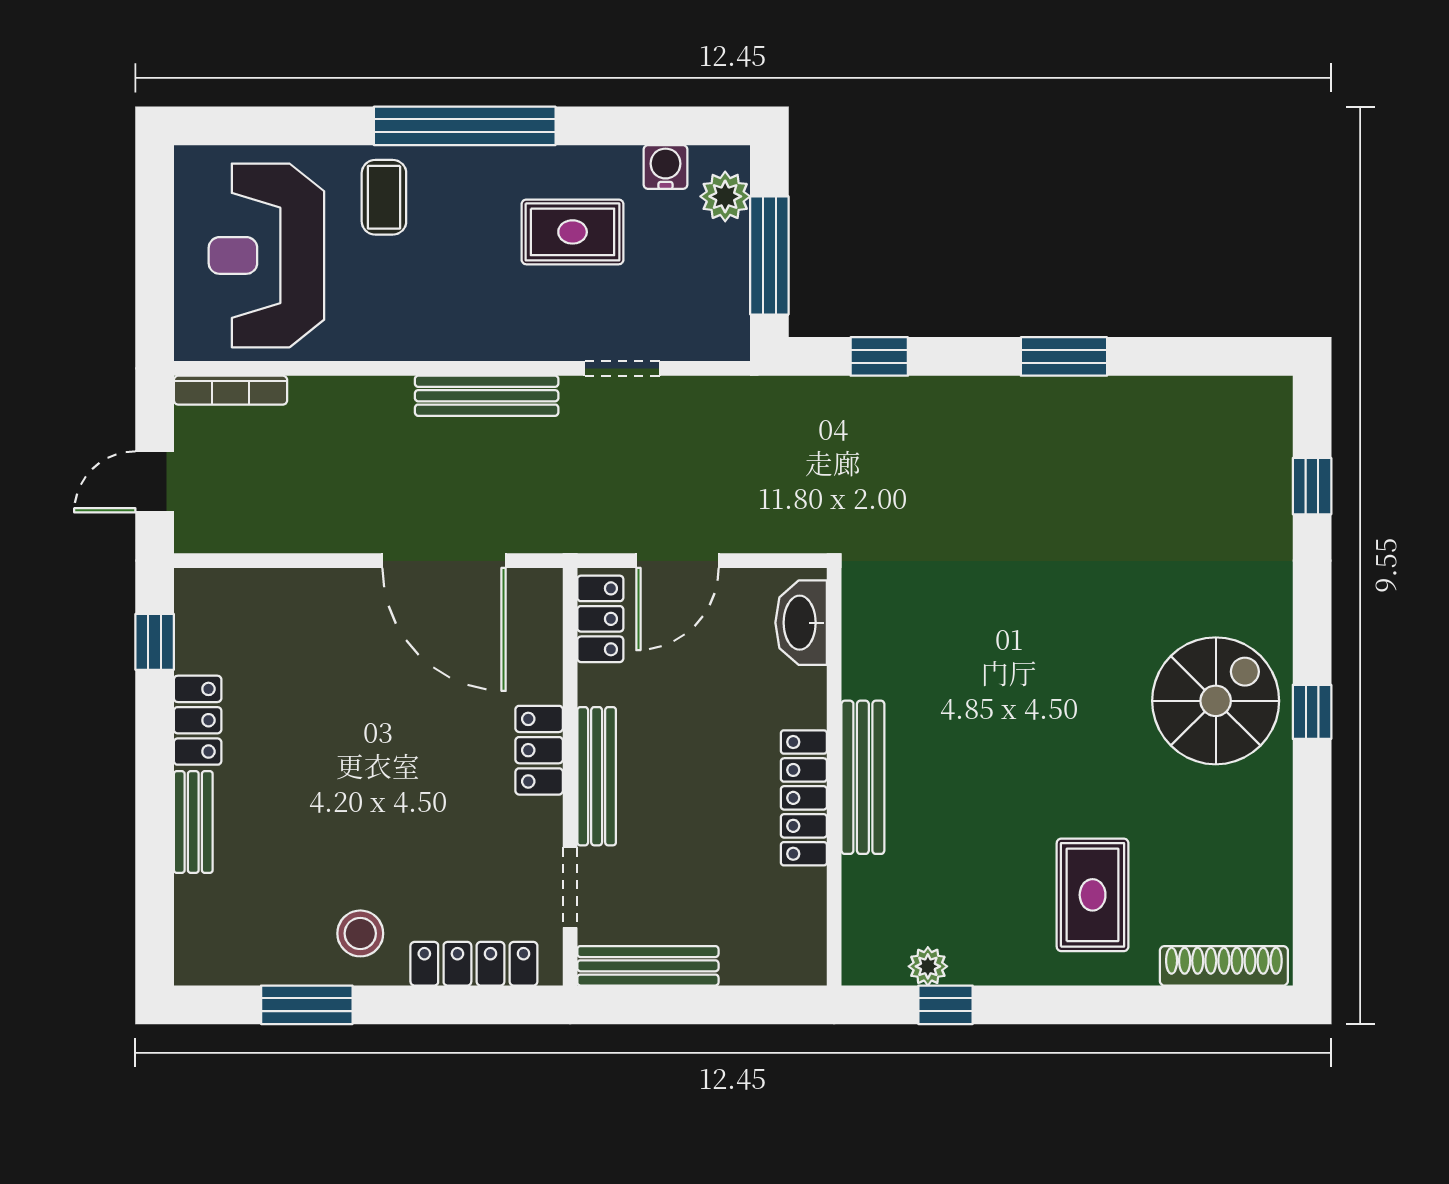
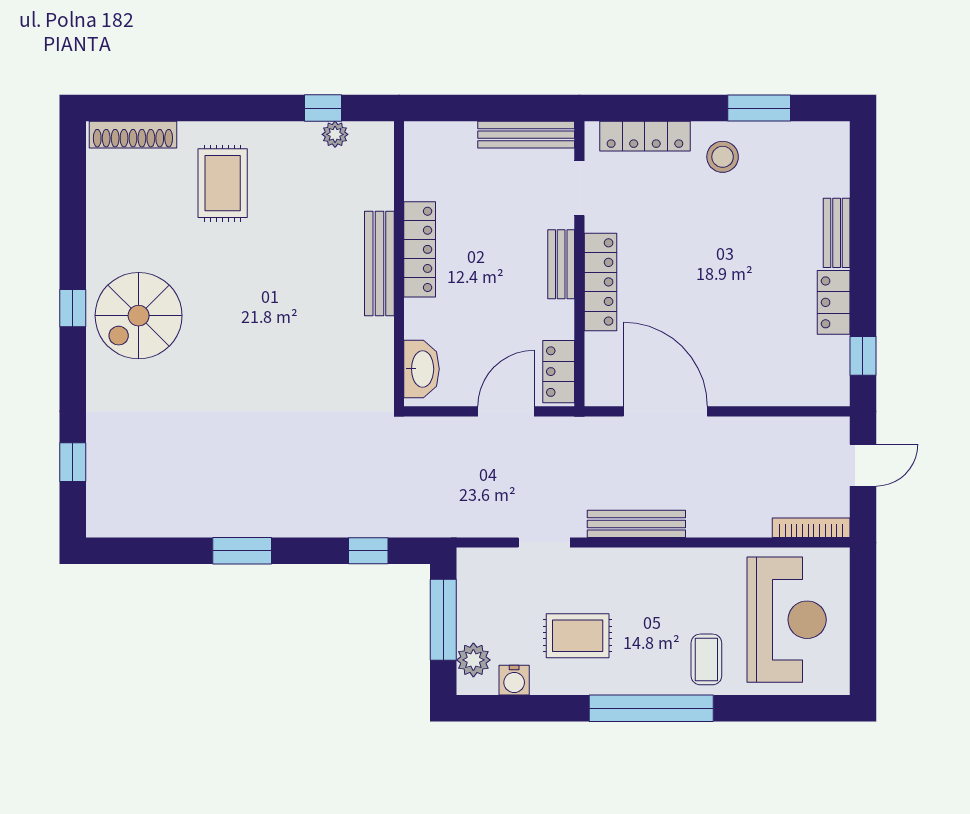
locker: (539, 750) -> (600, 282), width x1.53
bench: (597, 776) -> (561, 264), width x0.73

